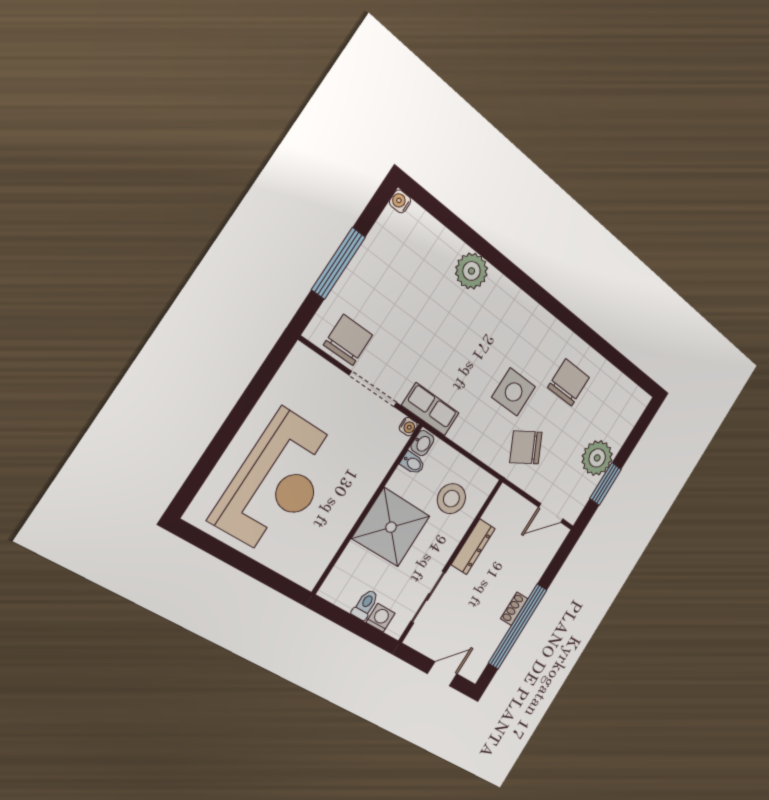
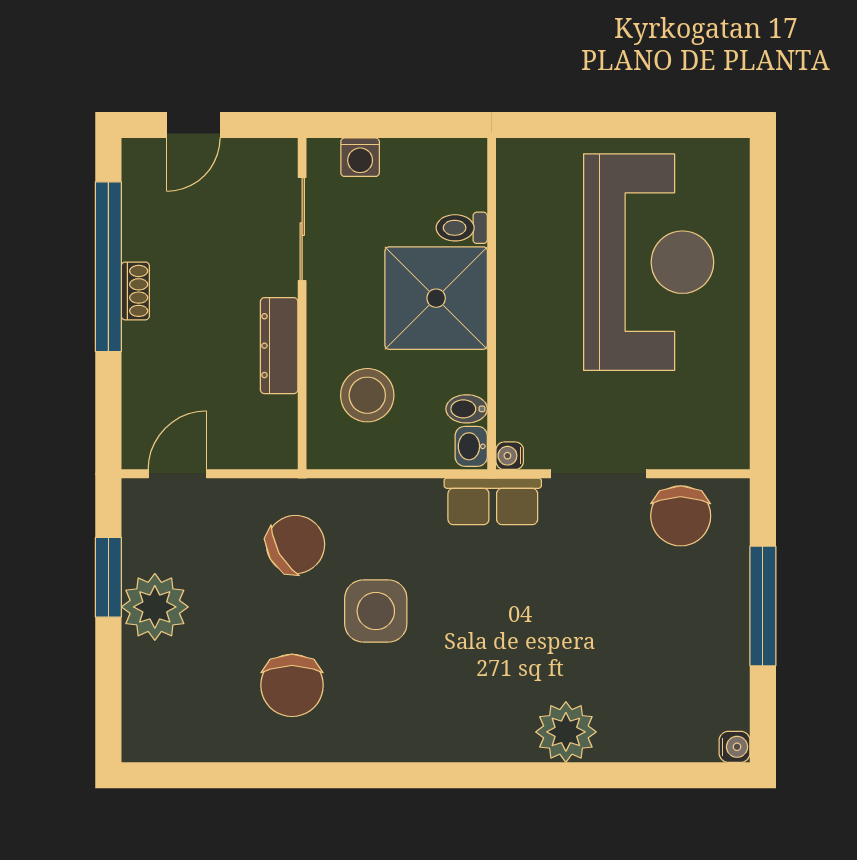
reception desk: (278, 483) -> (649, 262), turned 180
toilet: (365, 605) -> (462, 228), moved, turned 90

